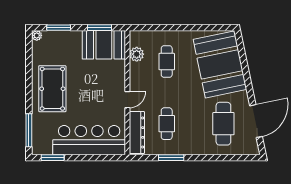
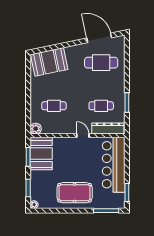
plant: (137, 54) -> (36, 129), moved
booth: (220, 64) -> (49, 62), width x0.73, depth x0.70

